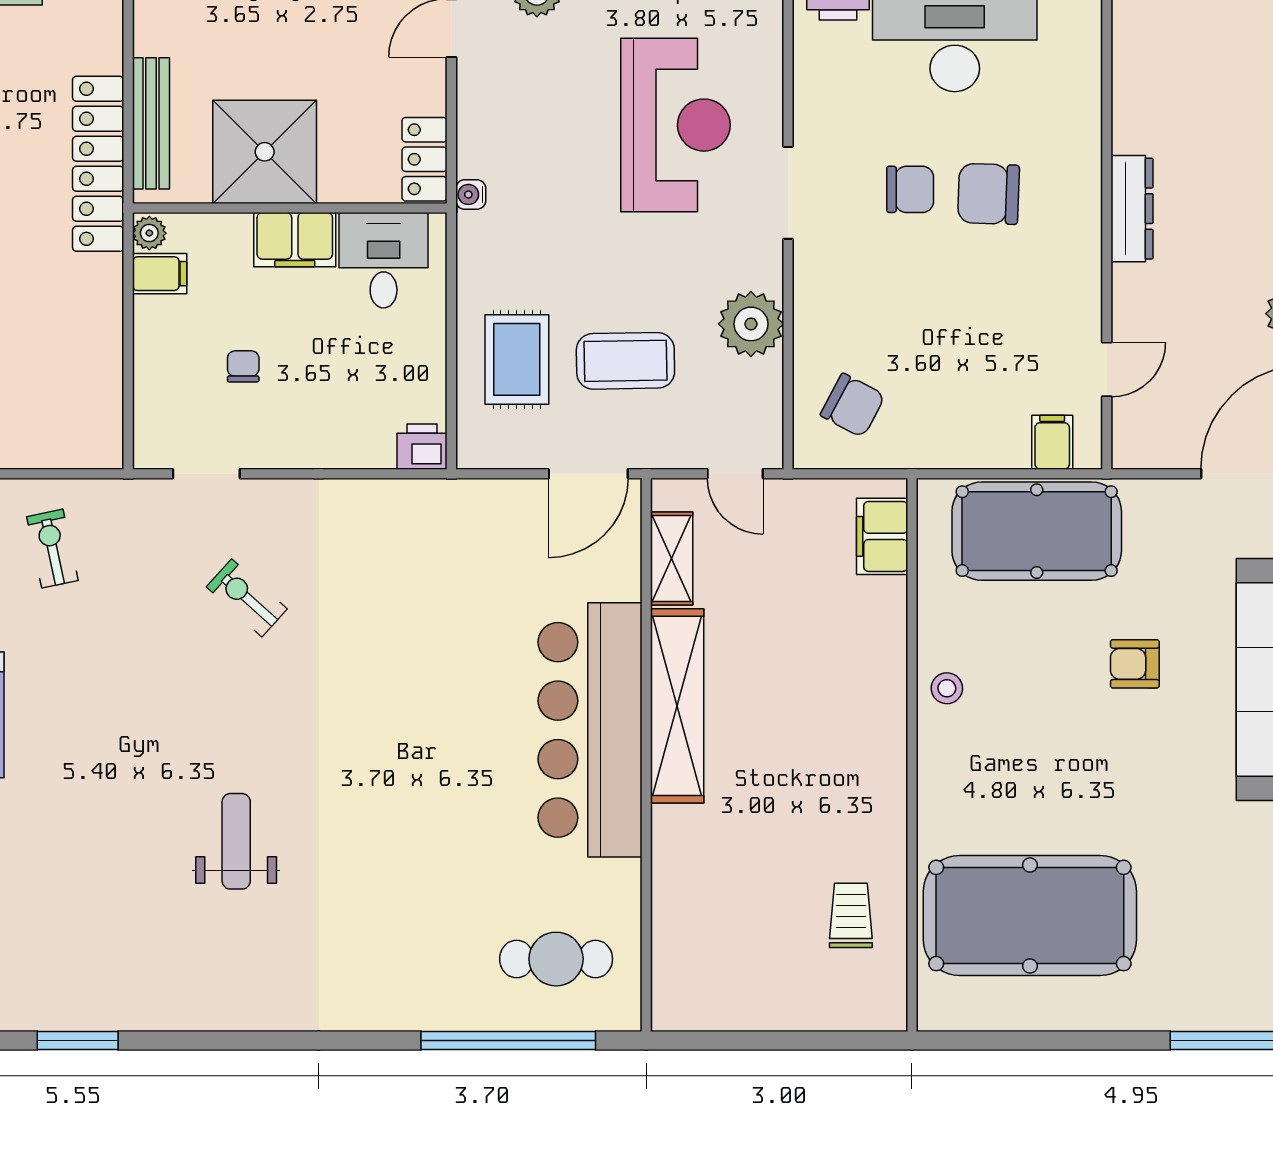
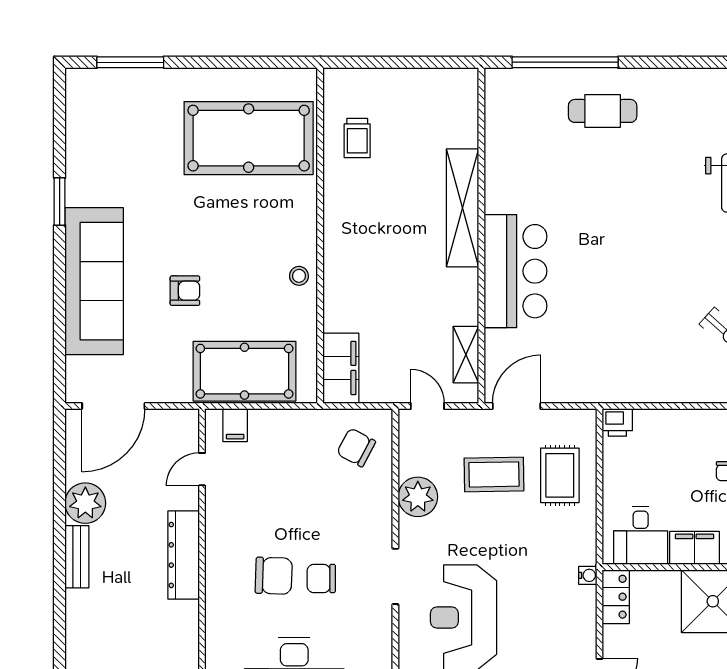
dresser: (1132, 209) -> (184, 555), width x1.37, depth x1.24
filing cabinet: (882, 536) -> (341, 368), width x1.50, depth x1.17
shelving: (677, 706) -> (463, 208), moved
bar counter: (590, 730) -> (515, 271), width x0.73
cafe table: (556, 959) -> (603, 111), moved

